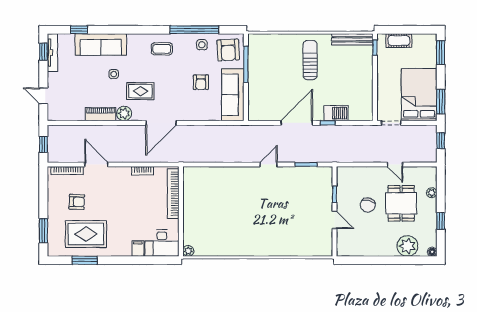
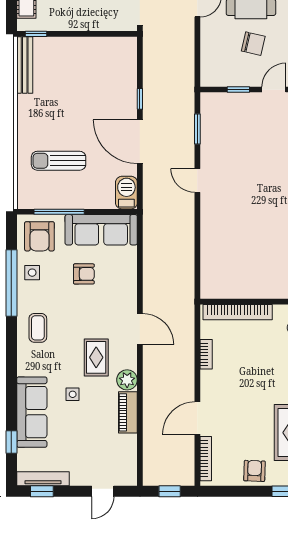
armchair: (228, 50) -> (39, 236), turned 93
sun lounger: (310, 60) -> (59, 161), moved
barbecue: (336, 113) -> (126, 193), moved
door: (161, 123) -> (140, 329), width x0.73
armchair: (77, 202) -> (254, 471), moved

